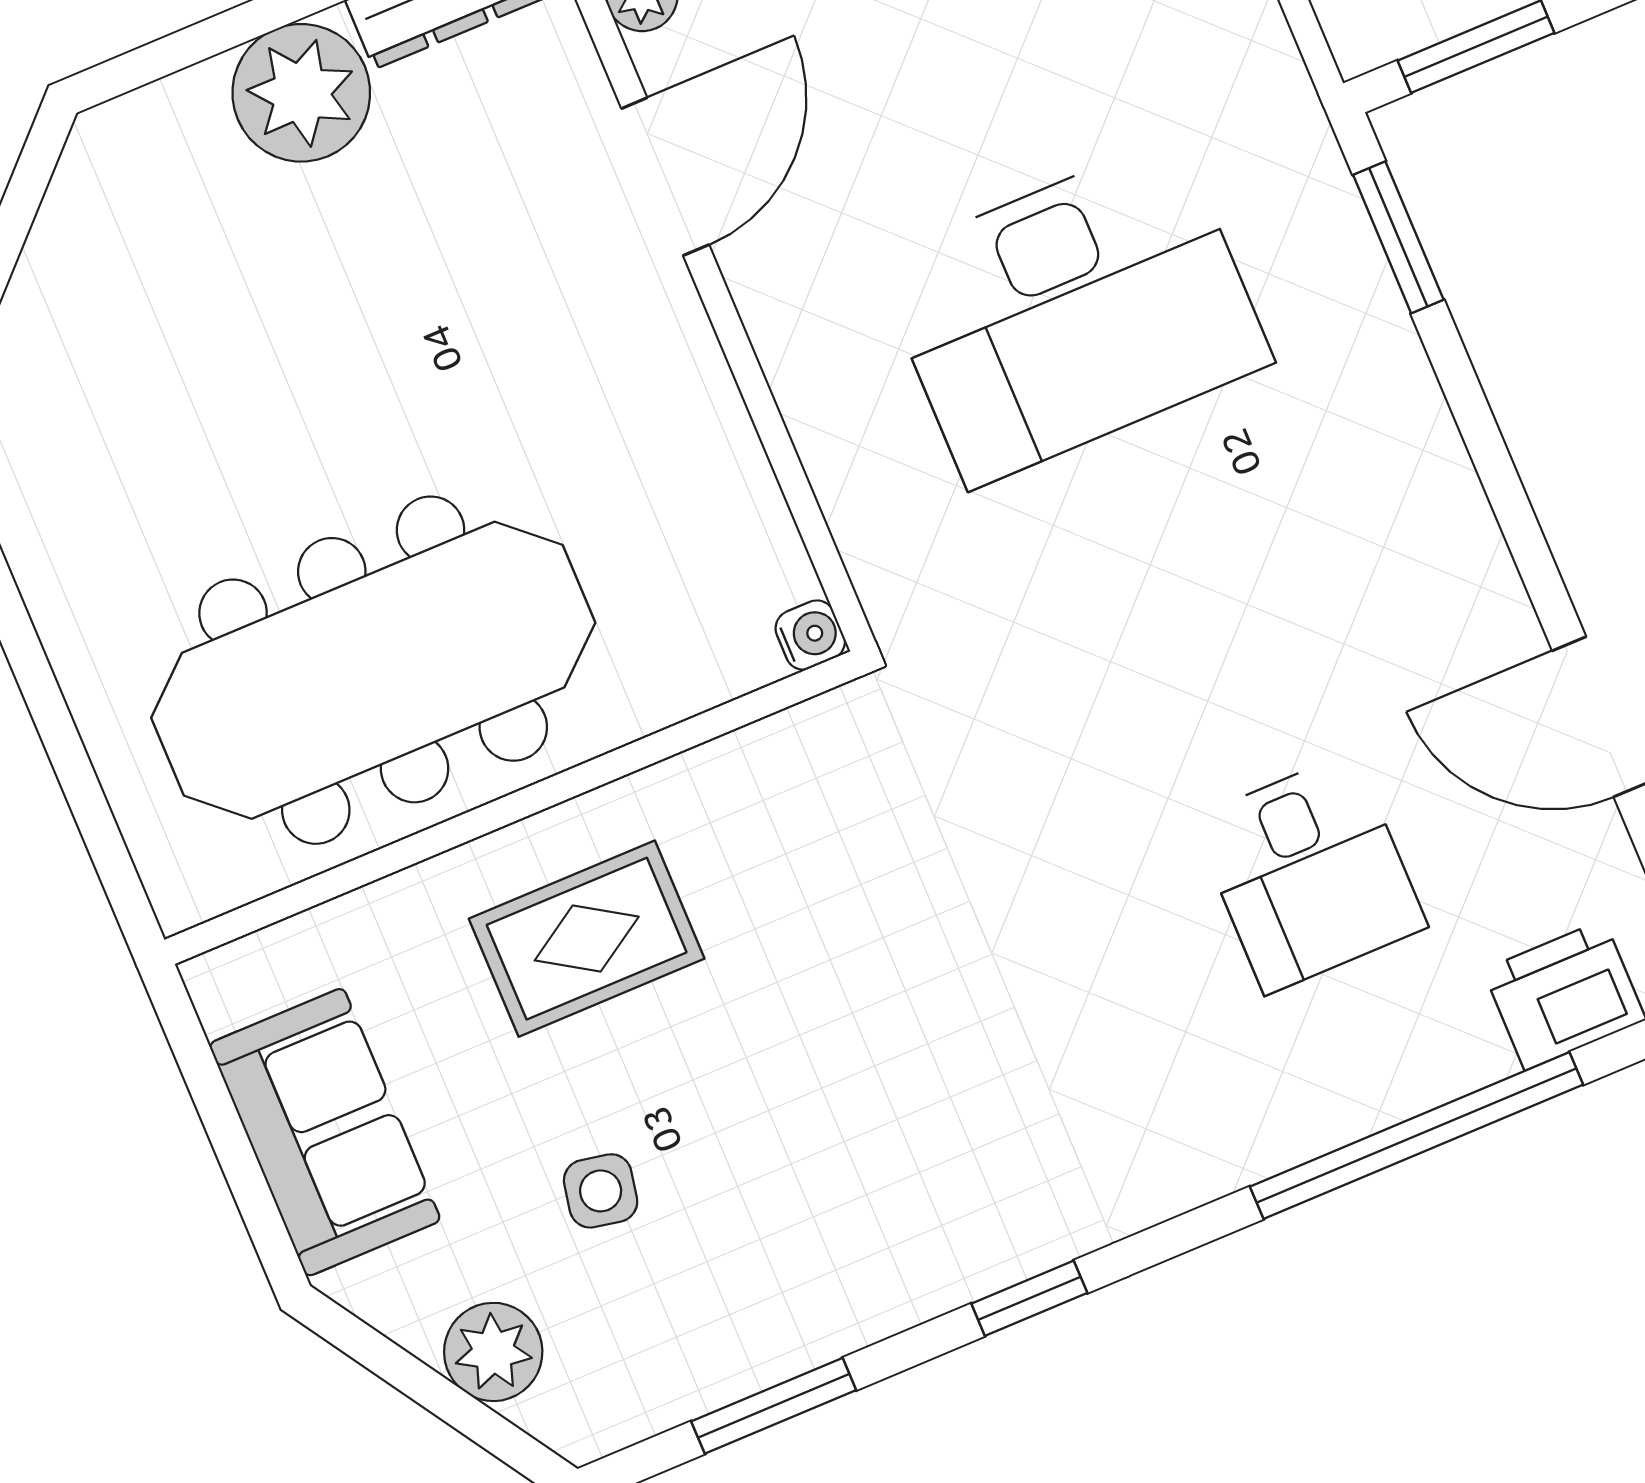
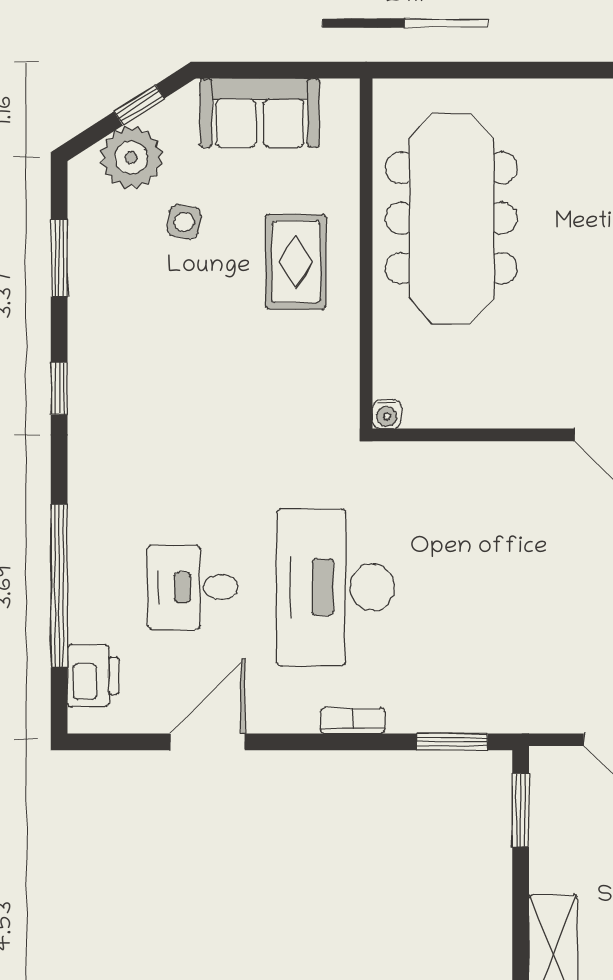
desk: (1074, 312) -> (336, 587), moved
bookcase: (1439, 449) -> (353, 721), added
plant: (493, 1352) -> (131, 158), width x1.36, depth x1.36
window: (409, 1375) -> (139, 105), added

